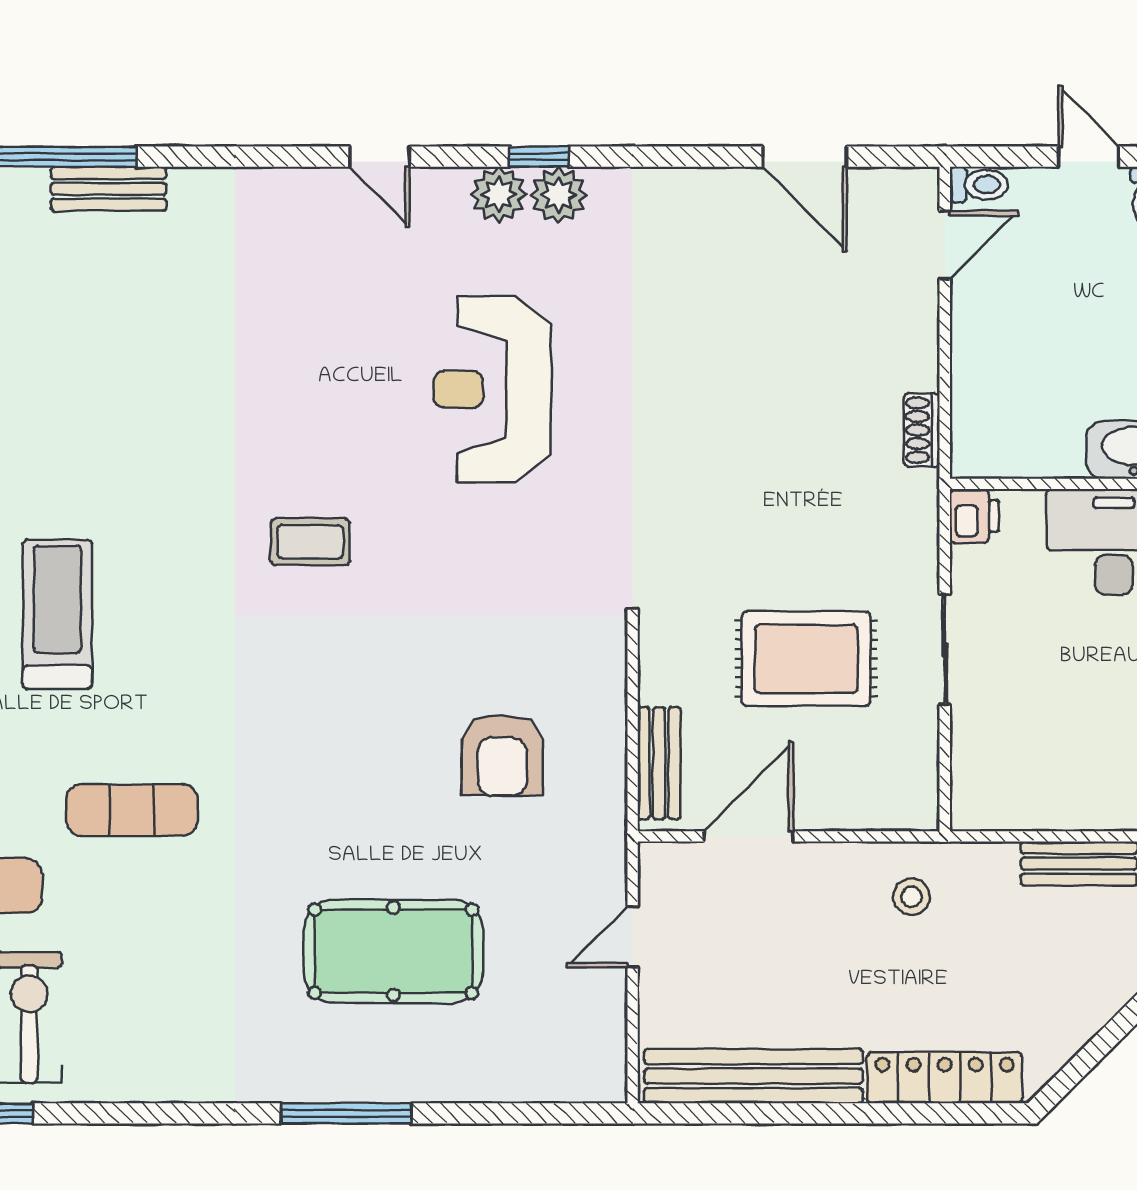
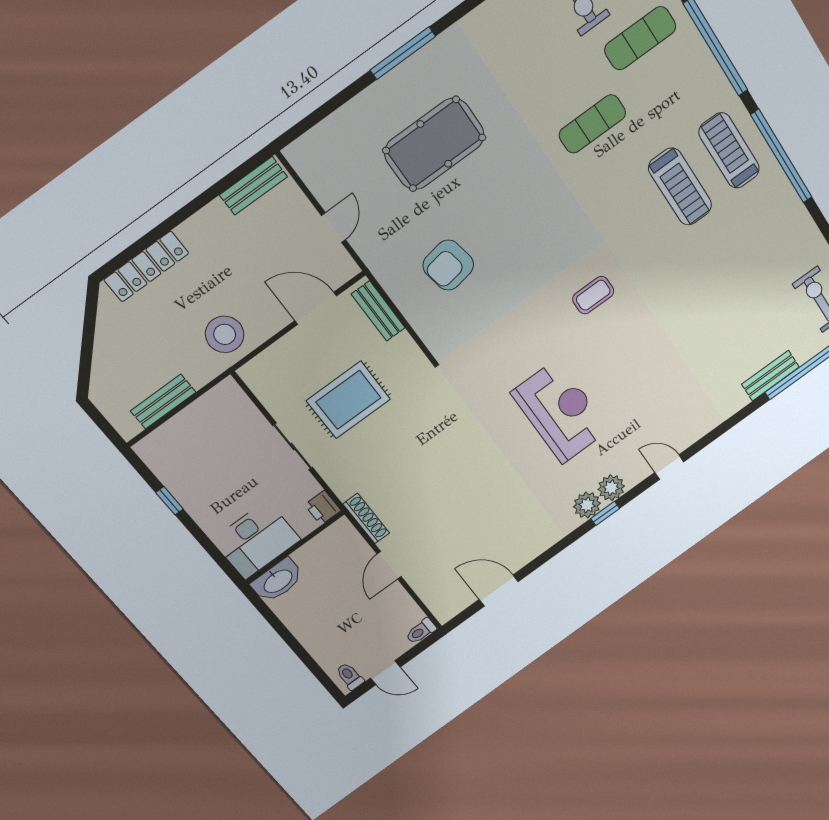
door: (945, 245) -> (389, 565), moved
shoe rack: (922, 430) -> (366, 519), width x1.43
armchair: (502, 755) -> (448, 265), turned -100
door: (749, 836) -> (316, 308), swing flipped
stool: (911, 897) -> (225, 334), width x1.89, depth x1.89
bench: (753, 1076) -> (253, 186), width x0.54, depth x0.82

